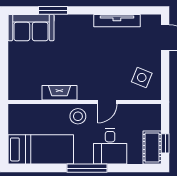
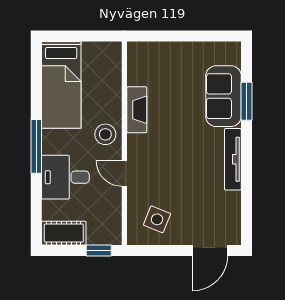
tv unit: (117, 21) -> (233, 159), moved
sofa: (31, 28) -> (224, 96), moved
window: (165, 143) -> (99, 250), moved

